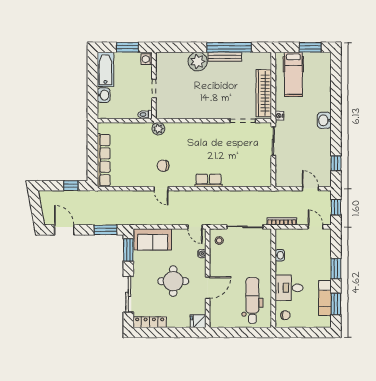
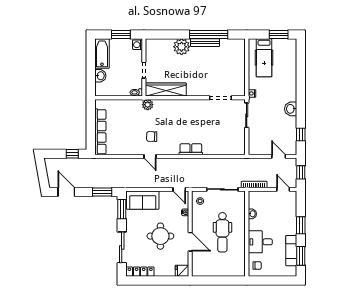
wardrobe: (264, 93) -> (166, 90), moved, turned 90
washbasin: (324, 120) -> (291, 109), moved
door: (208, 288) -> (190, 242), hinge flipped
dental chair: (252, 300) -> (222, 232), moved, turned 180

